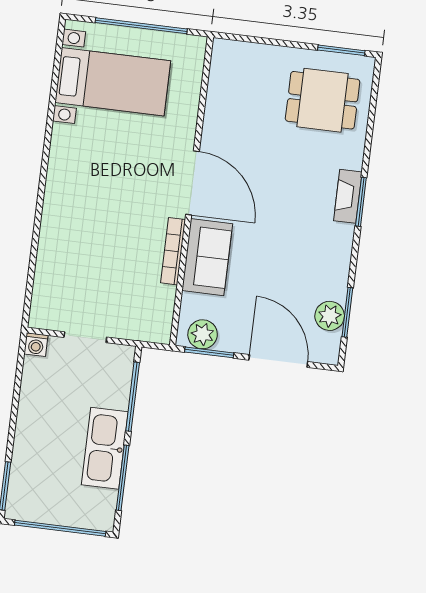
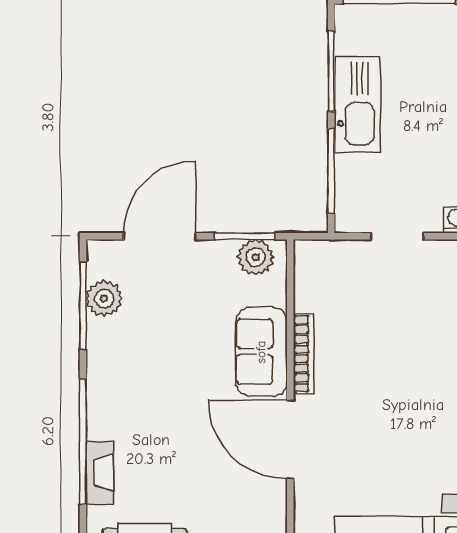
fireplace: (348, 196) -> (100, 473), moved
window: (361, 202) -> (83, 442), width x2.11
window: (347, 312) -> (83, 305), width x1.44
door: (278, 361) -> (160, 236), swing flipped

